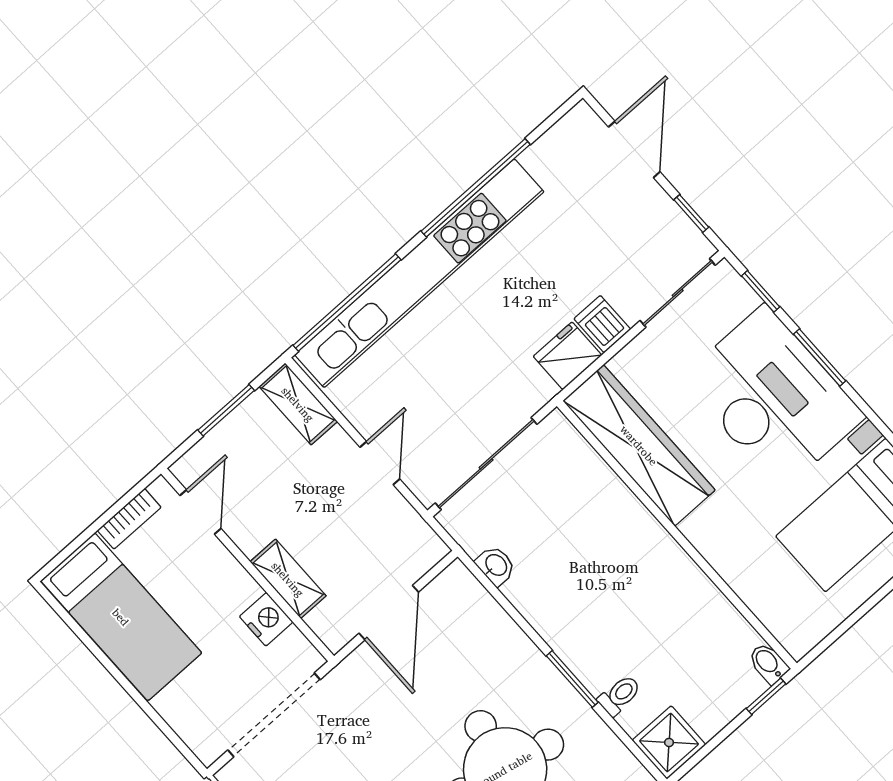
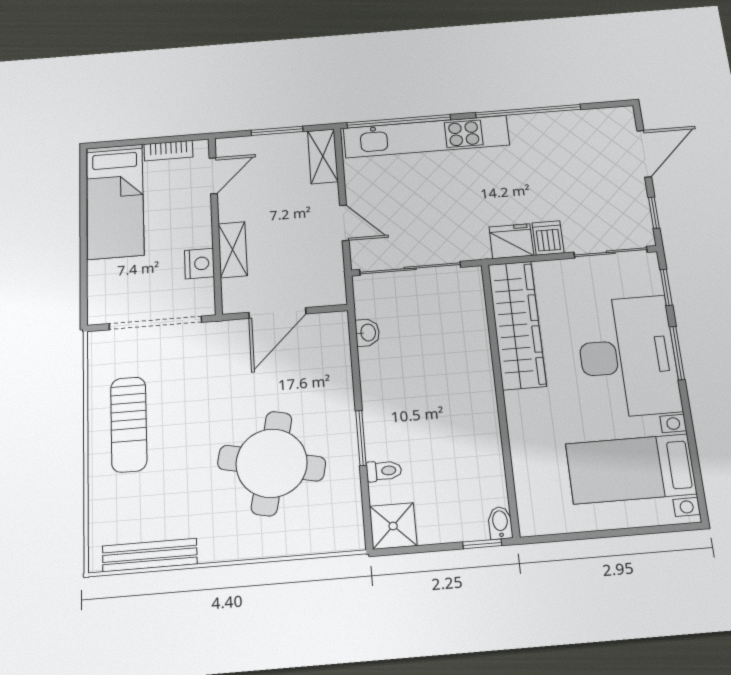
kitchen unit: (419, 273) -> (426, 137), width x0.73
door: (380, 463) -> (344, 223), hinge flipped

